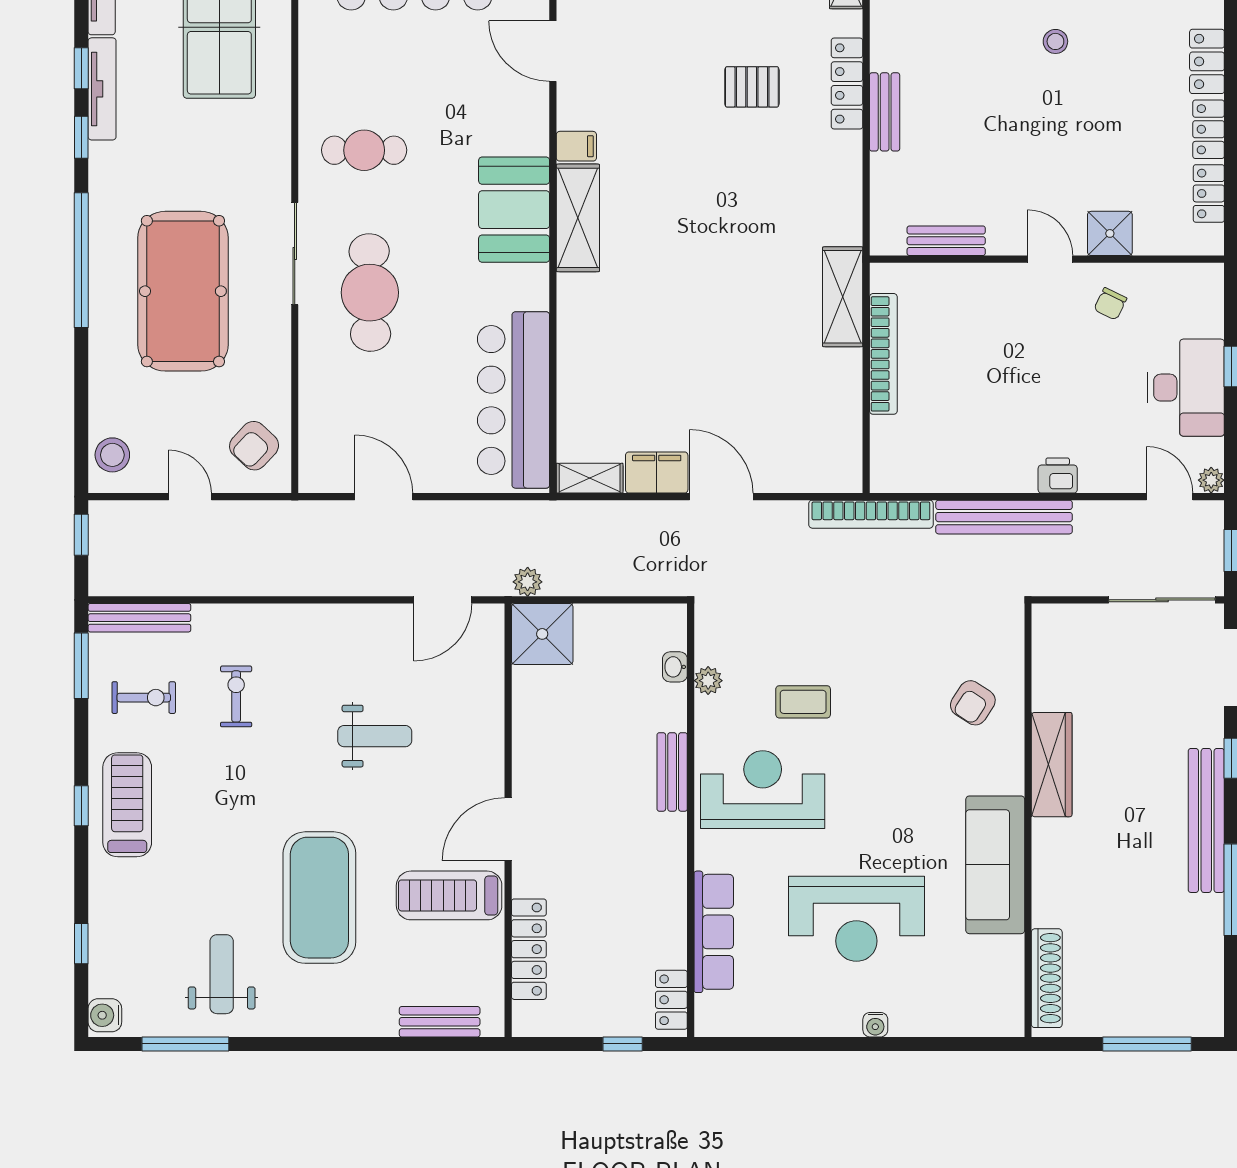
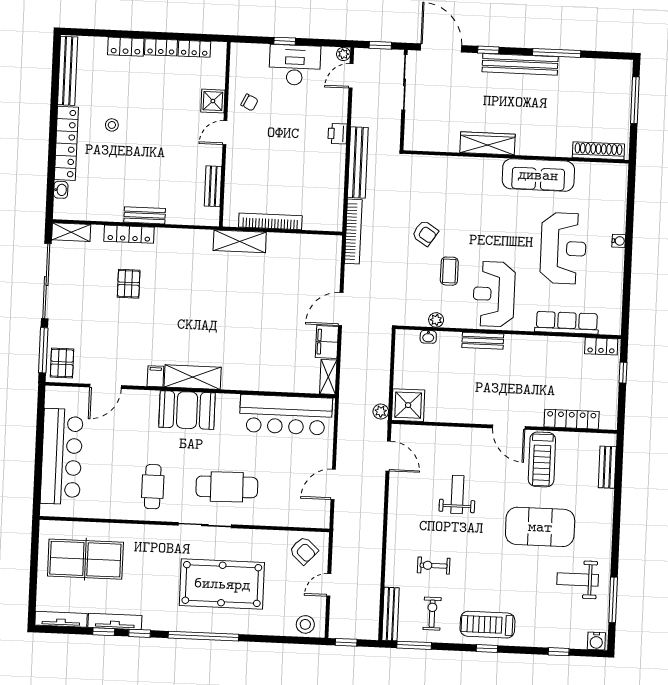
armchair: (973, 703) -> (425, 233), moved

